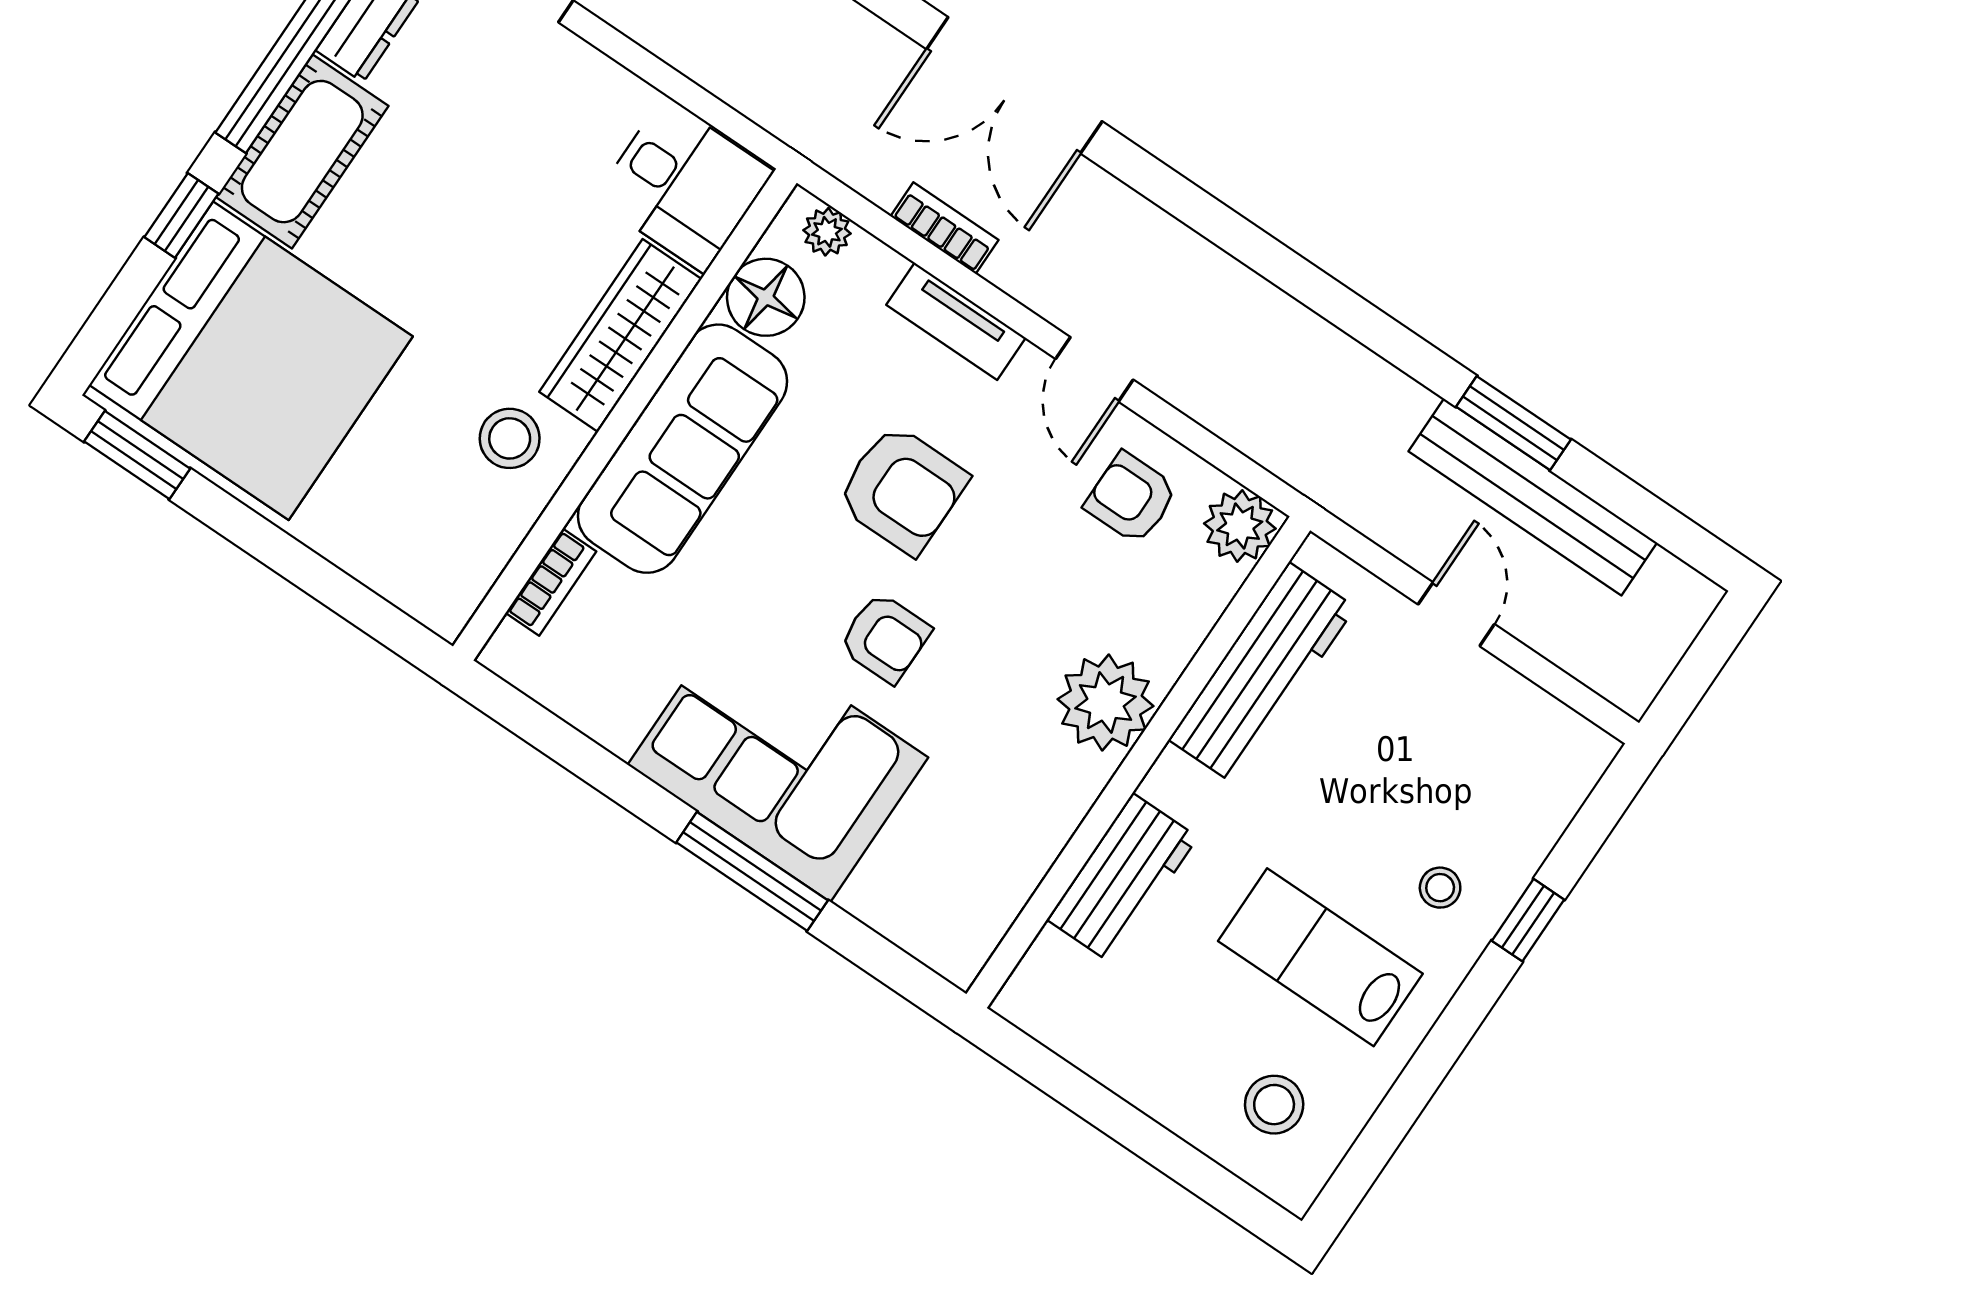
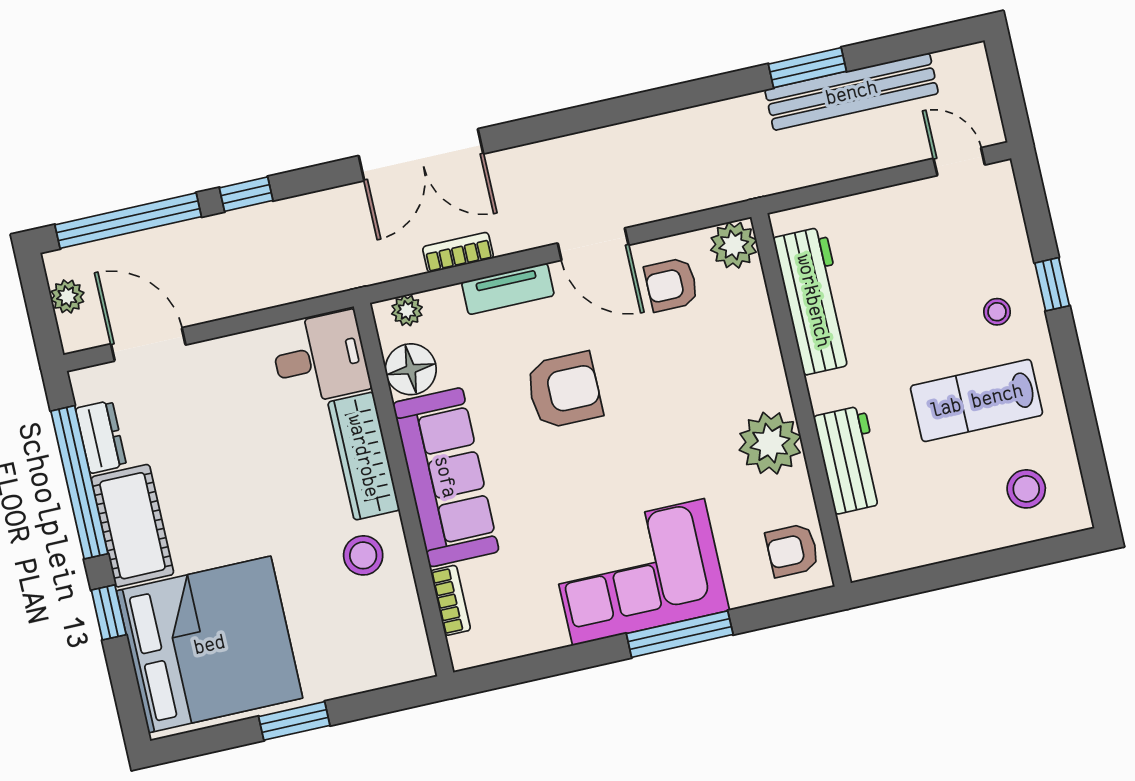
door: (1094, 369) -> (593, 244), width x1.37
window: (137, 455) -> (294, 721), moved
door: (1456, 614) -> (959, 162), moved
armchair: (885, 638) -> (792, 550), moved, turned 180
plant: (1106, 703) -> (770, 443), moved

